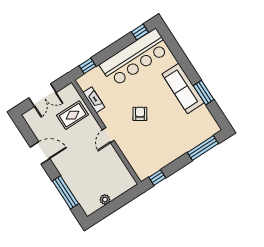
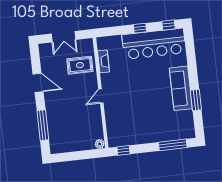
window: (88, 66) -> (140, 28), moved
armchair: (140, 114) -> (135, 92), removed
plant: (105, 200) -> (100, 144), moved

